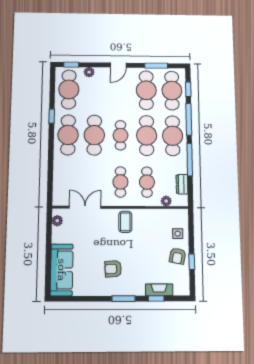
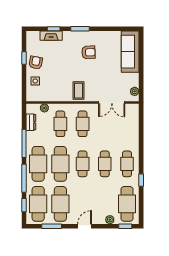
cafe table: (68, 135) -> (127, 164), width x0.73, depth x0.74
cafe table: (94, 135) -> (105, 164), width x0.73, depth x0.74

